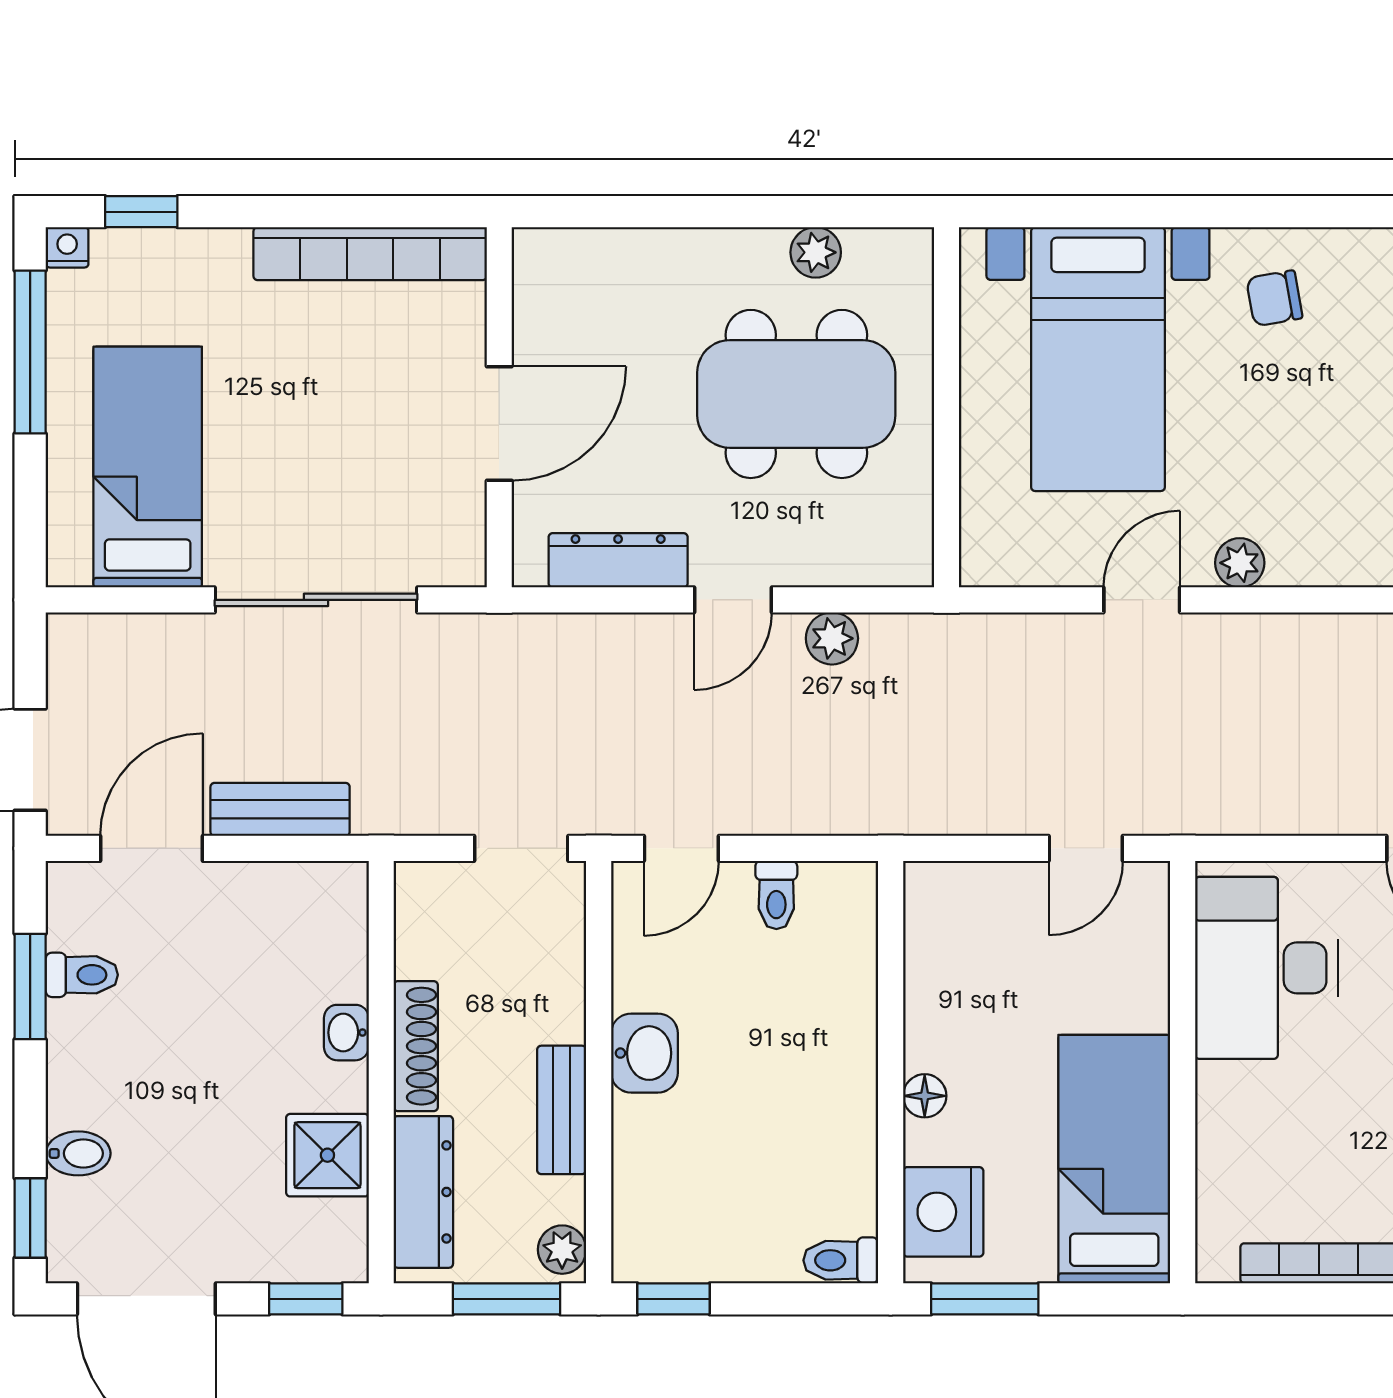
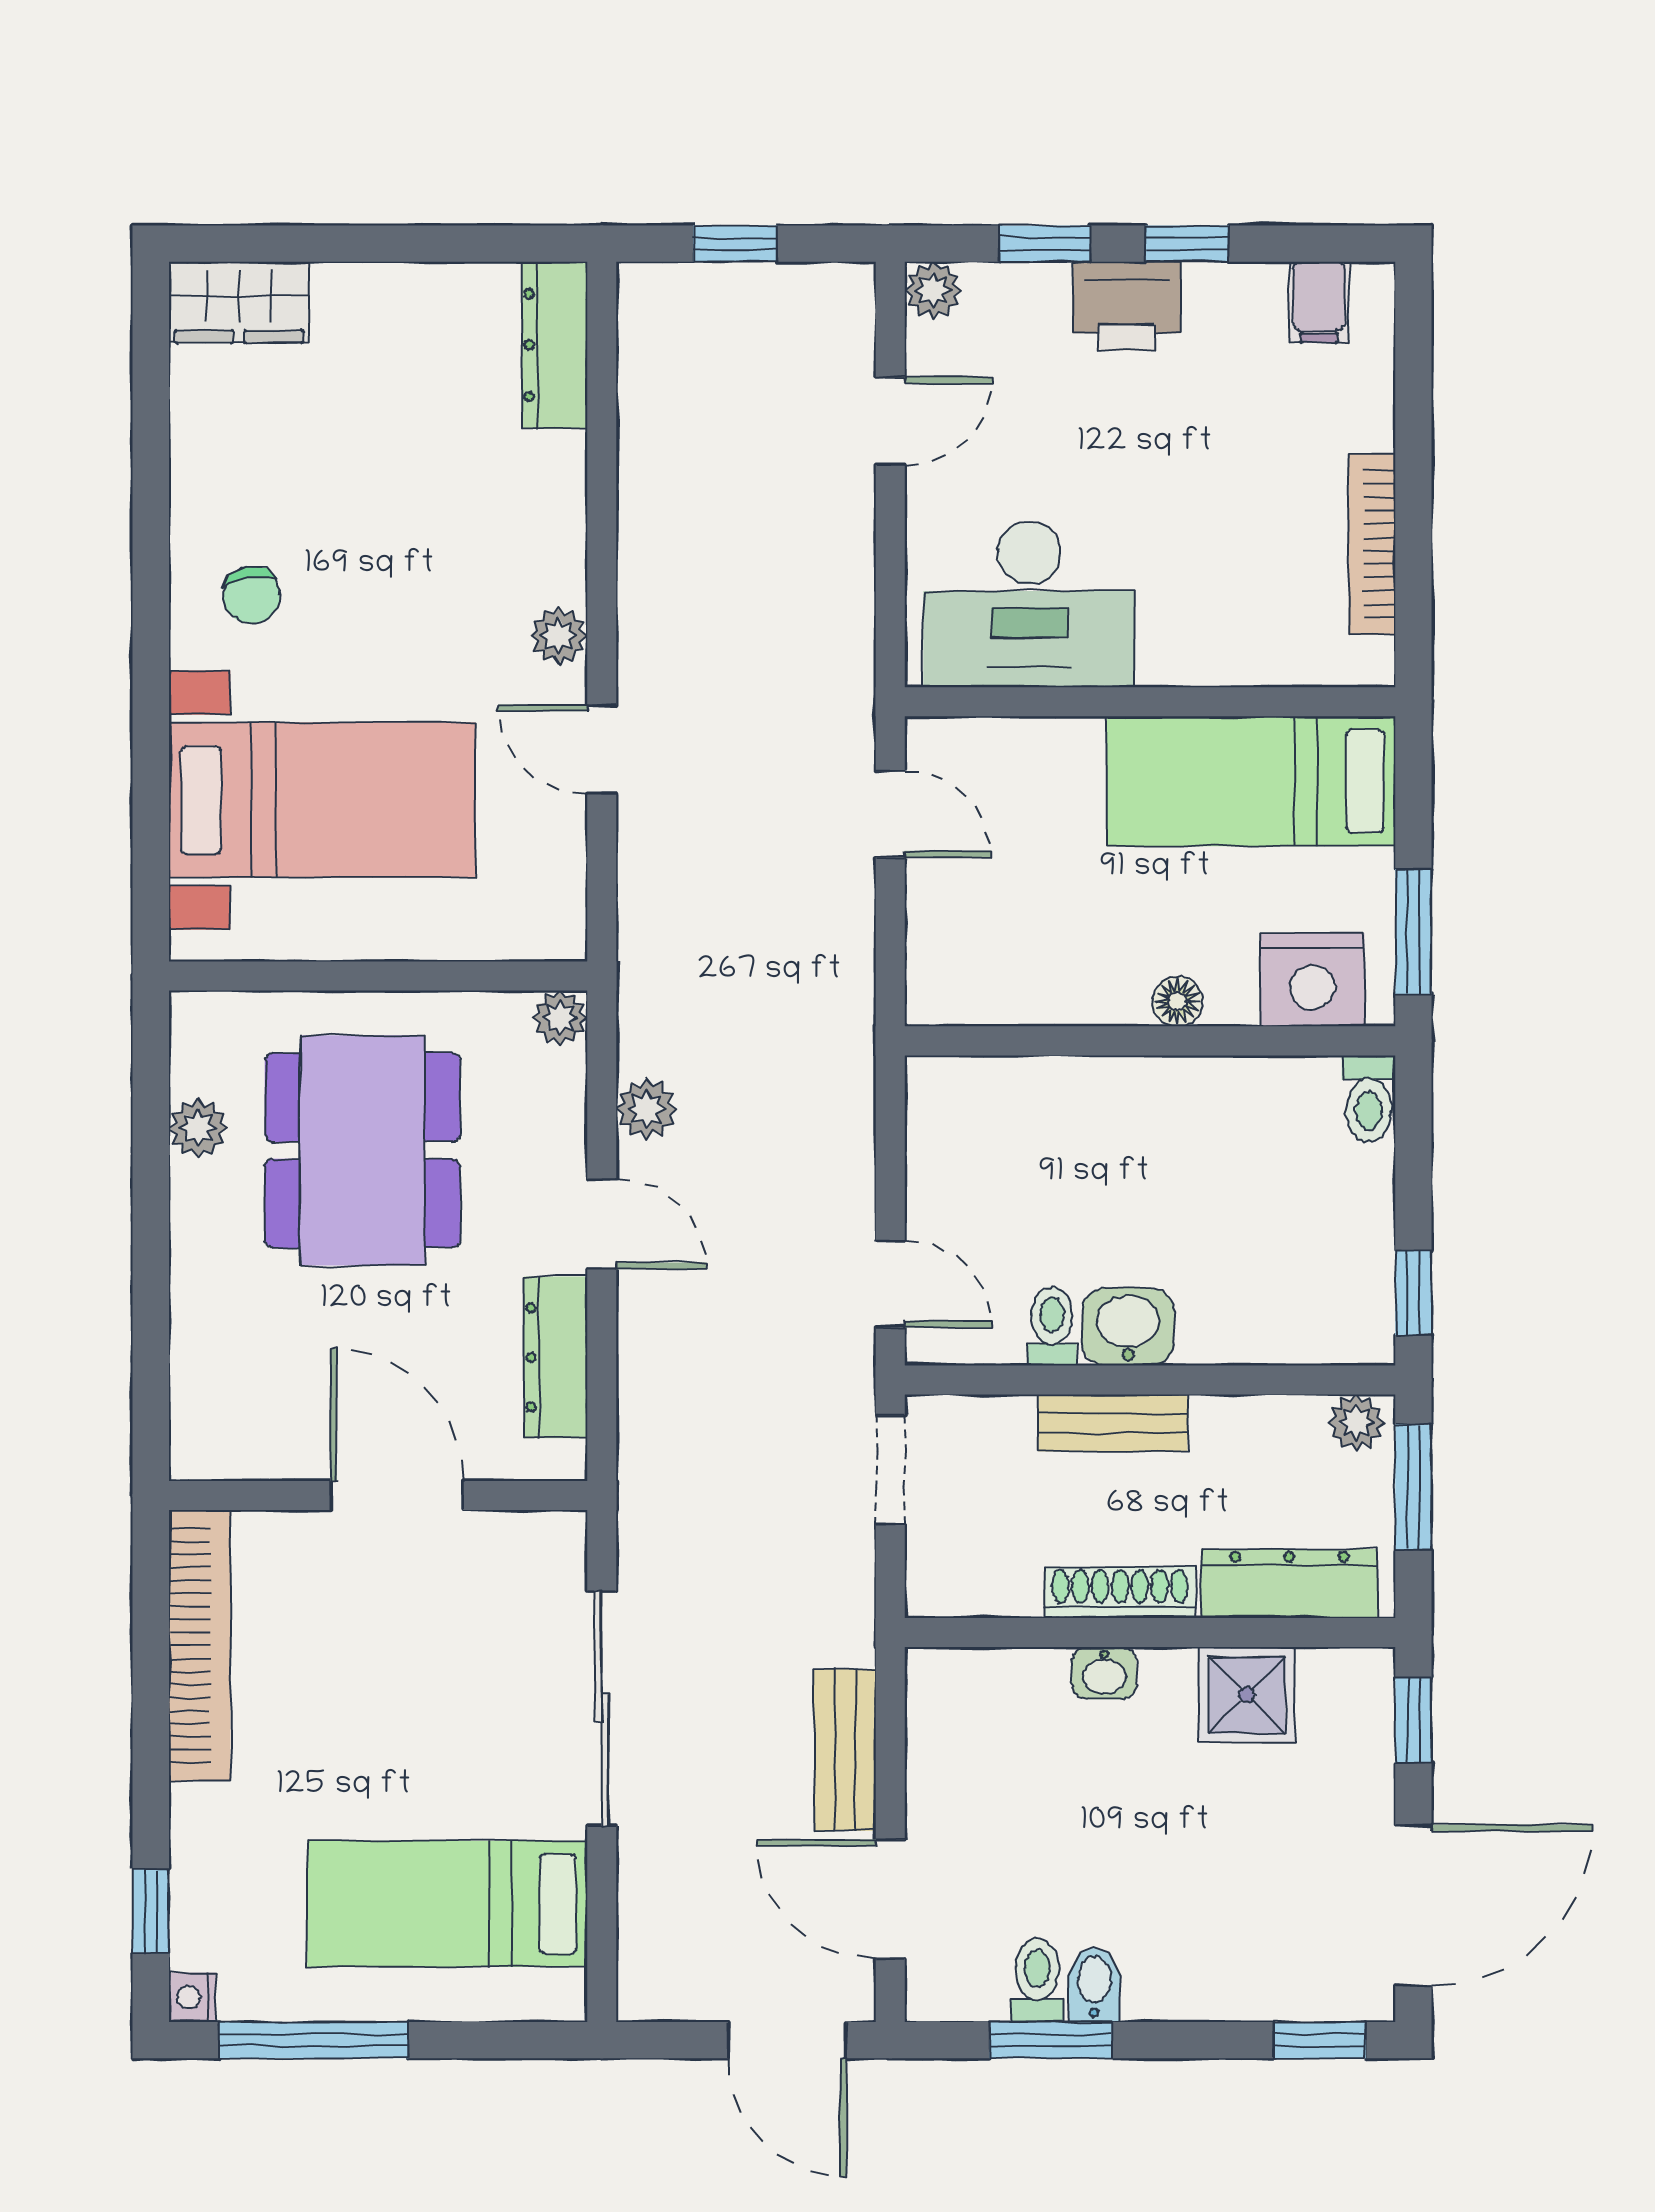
plant: (911, 564) -> (560, 1018), added
toilet: (776, 895) -> (1052, 1326), moved, turned -90
bench: (562, 1110) -> (1113, 1423), moved
bidet: (78, 1153) -> (1094, 1985), moved

